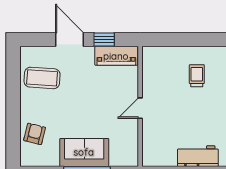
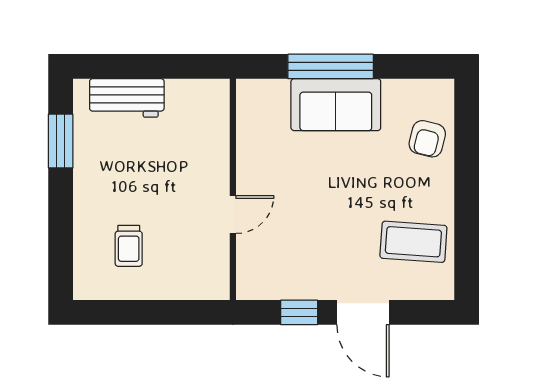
piano: (116, 56) -> (277, 283), removed
door: (140, 108) -> (233, 215), moved

